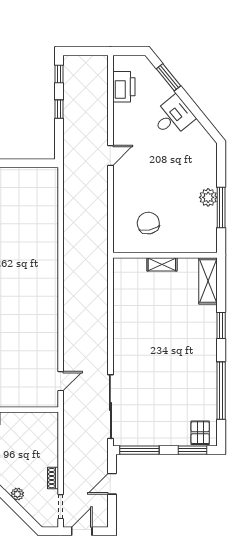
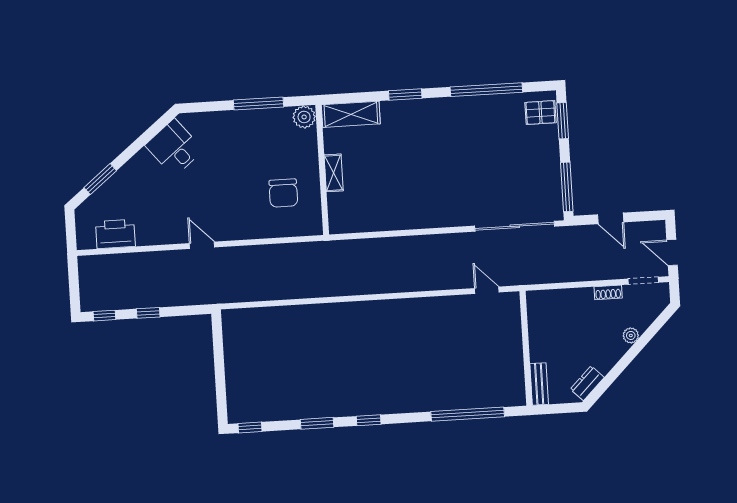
desk: (173, 117) -> (174, 148), moved
plant: (208, 197) -> (304, 117), moved
chair: (148, 223) -> (283, 193), turned -78

